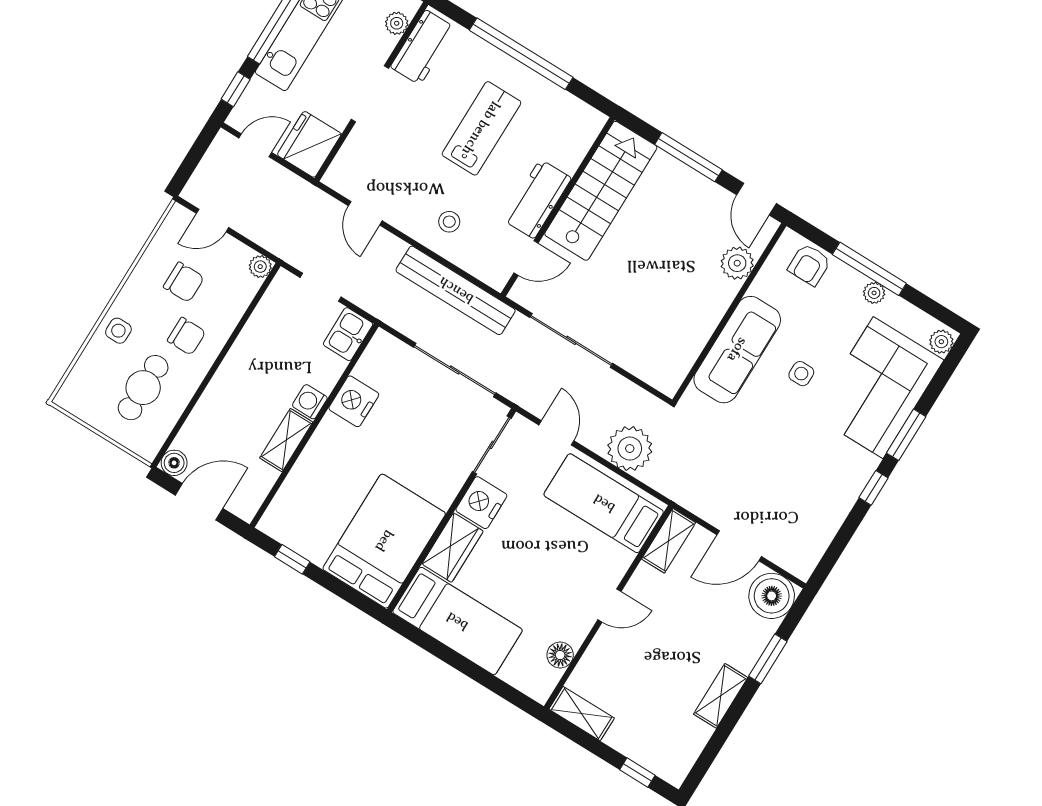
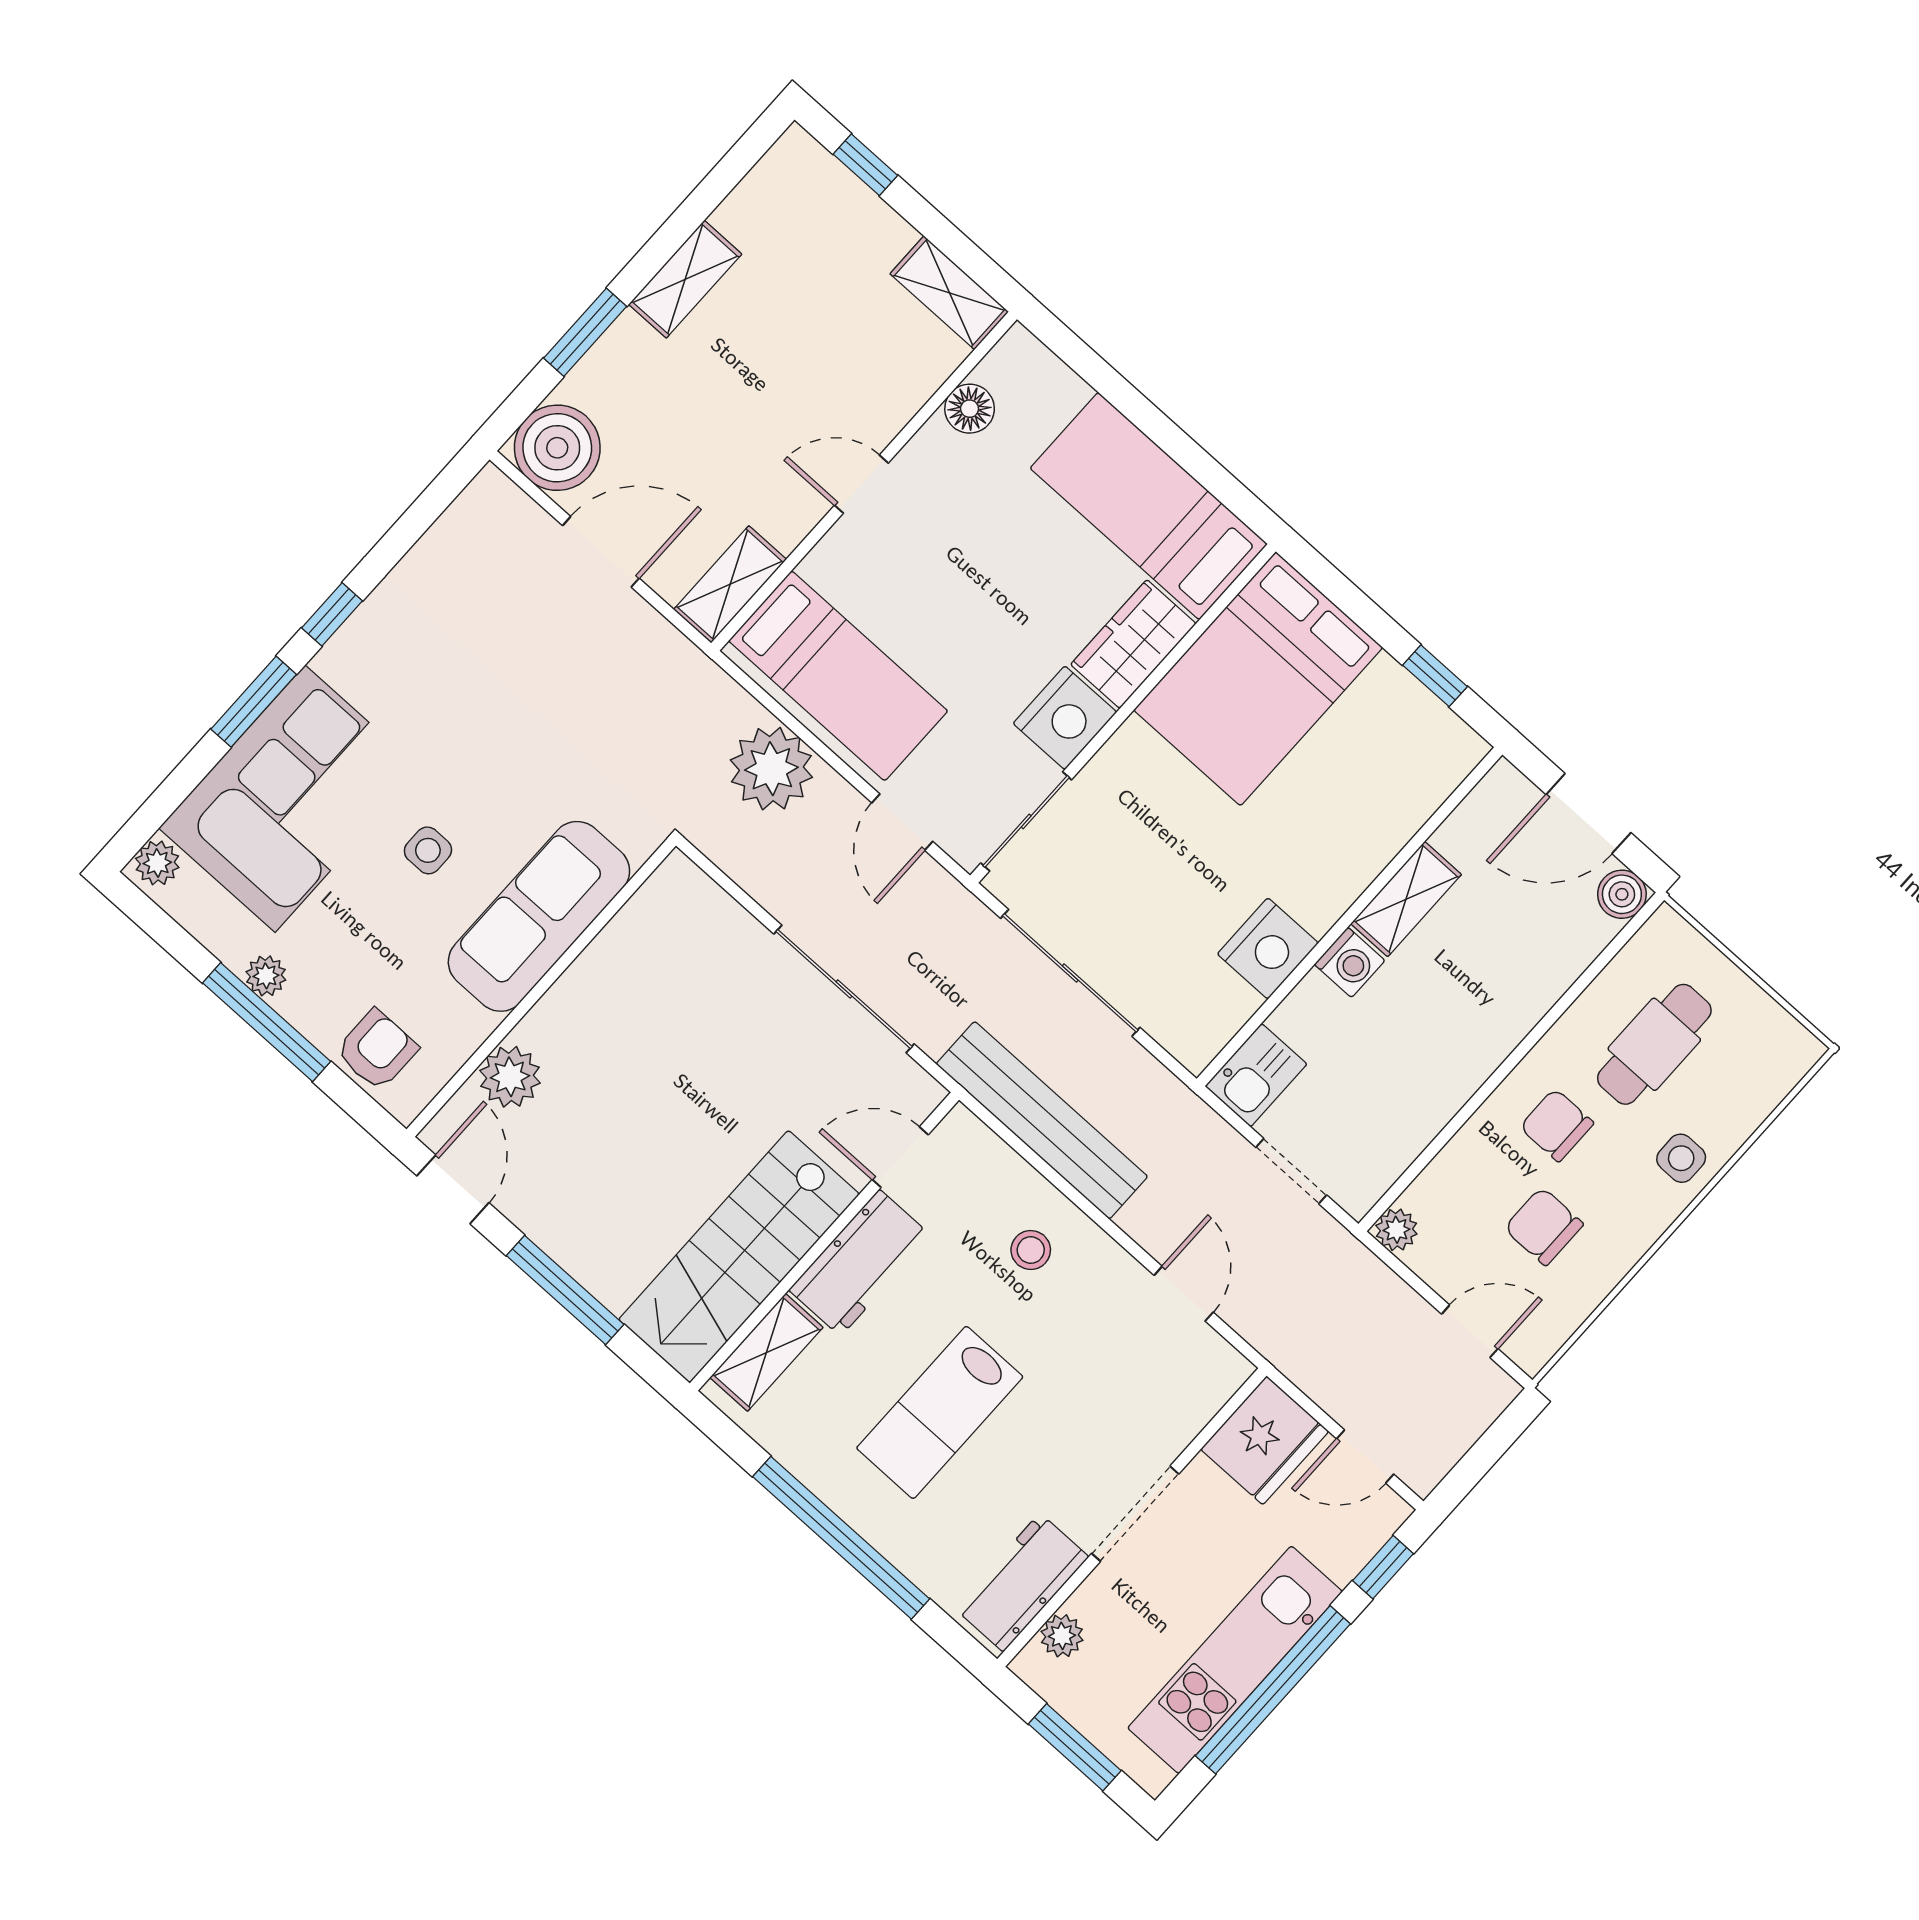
shelving: (578, 143) -> (766, 1352), added

